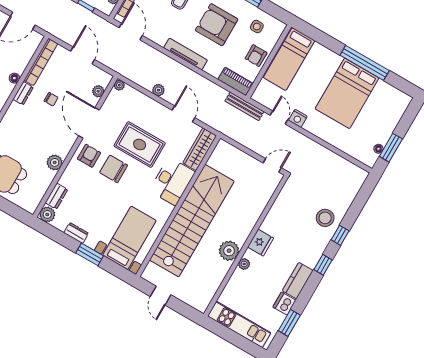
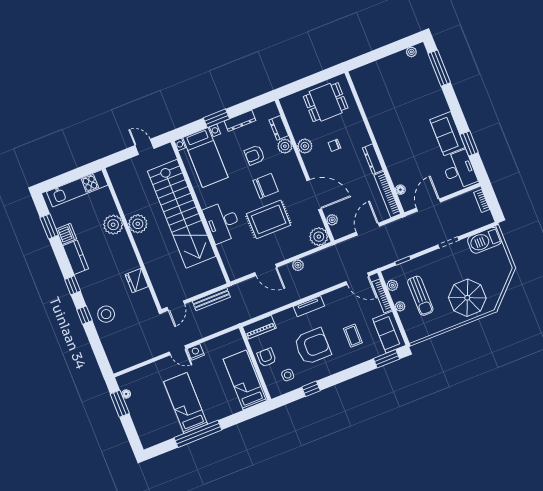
tv unit: (186, 54) -> (309, 306), width x0.71
door: (83, 55) -> (368, 229), swing flipped
floor lamp: (14, 78) -> (400, 190), moved
plant: (119, 85) -> (319, 237), width x1.88, depth x1.88
dresser: (23, 93) -> (373, 159), width x1.44
bed: (347, 93) -> (186, 403), width x0.67
chair: (51, 99) -> (334, 145), moved
bench: (244, 106) -> (211, 299), moved
door: (279, 117) -> (178, 350), moved
wardrobe: (200, 149) -> (230, 261), removed
armchair: (89, 156) -> (255, 155), moved, turned 90
plant: (47, 214) -> (285, 146), moved
dresser: (76, 233) -> (240, 121), width x1.44
fridge: (261, 243) -> (137, 280), moved
plant: (244, 264) -> (113, 225), width x1.88, depth x1.88

